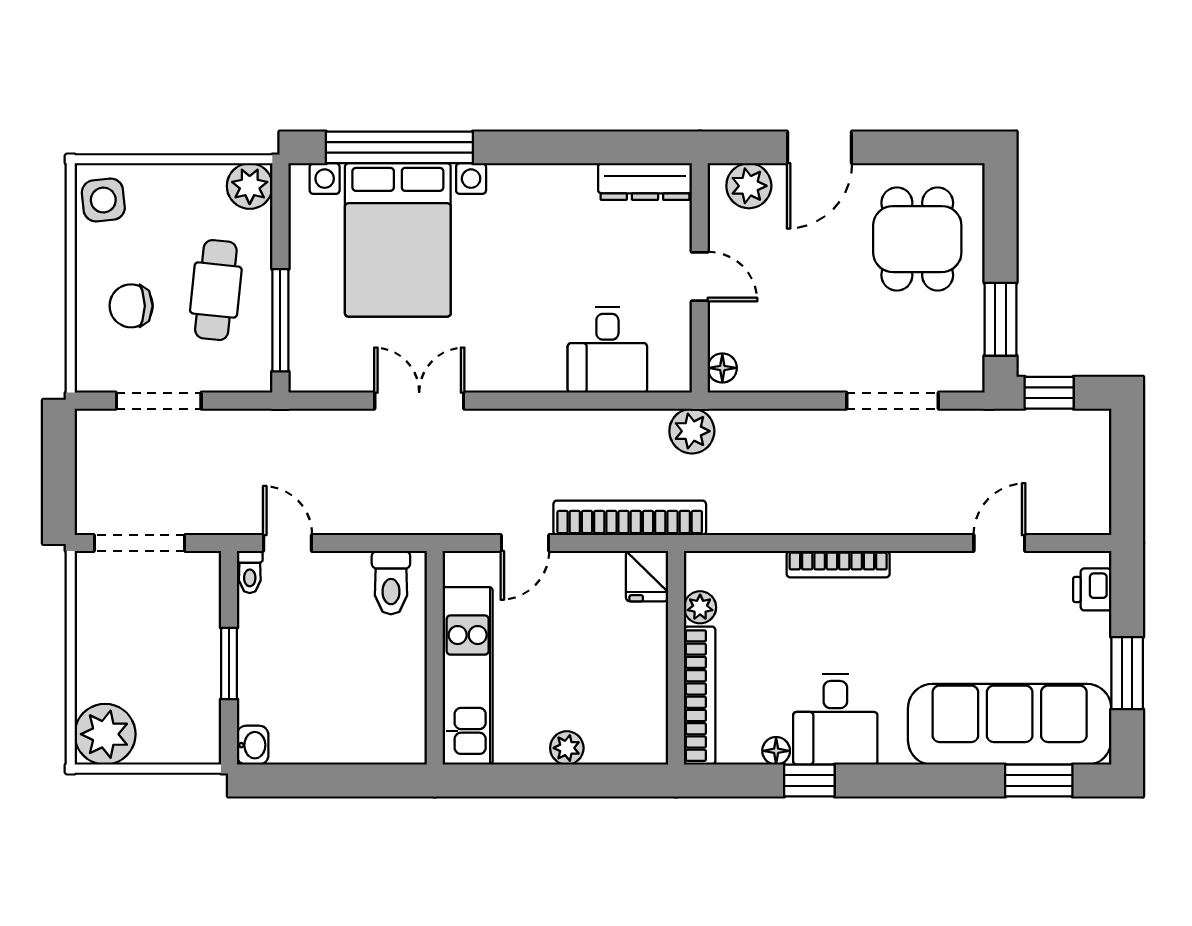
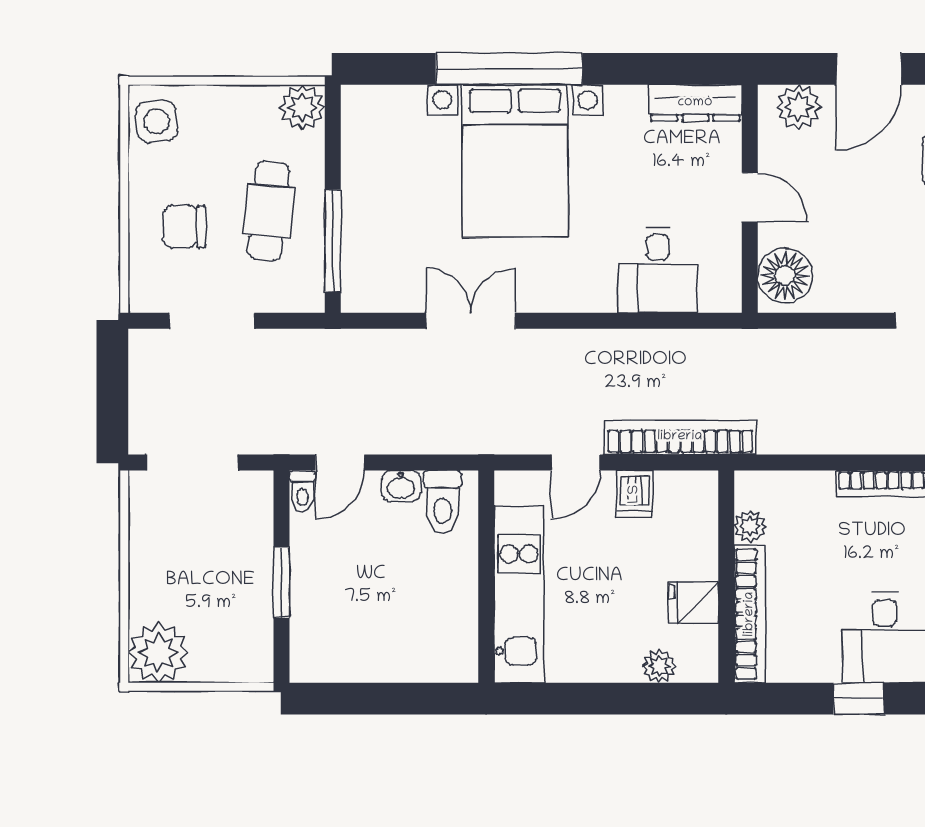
window: (399, 147) -> (509, 69), moved
bed with nightstands: (398, 240) -> (515, 161), moved
floor lamp: (722, 368) -> (785, 275), width x1.89, depth x1.89
plant: (692, 431) -> (742, 351), removed
door: (288, 543) -> (340, 462), swing flipped
dishwasher: (584, 575) -> (635, 494), added
fridge: (647, 576) -> (693, 603), moved, turned 90
washbasin: (253, 745) -> (401, 486), moved, turned 90
plant: (567, 748) -> (659, 666), moved
floor lamp: (776, 751) -> (826, 669), removed

